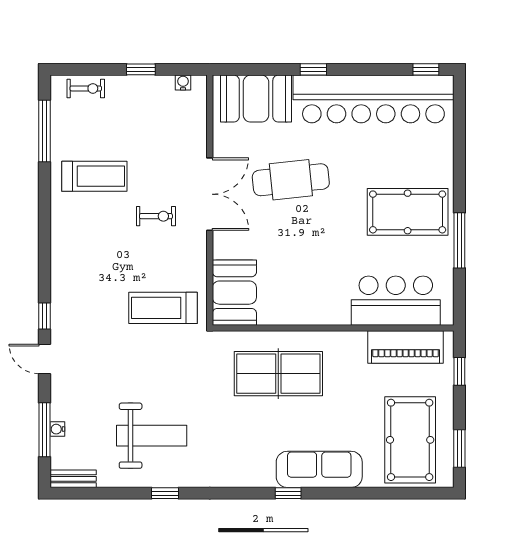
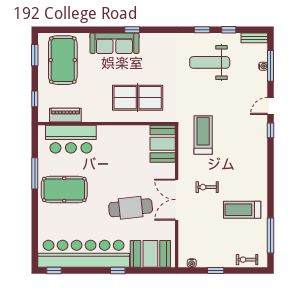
treadmill: (163, 308) -> (203, 135), turned -90
piano: (406, 347) -> (65, 115), width x0.73, depth x0.75
door: (45, 359) -> (270, 106), swing flipped
window: (118, 493) -> (229, 30), added

